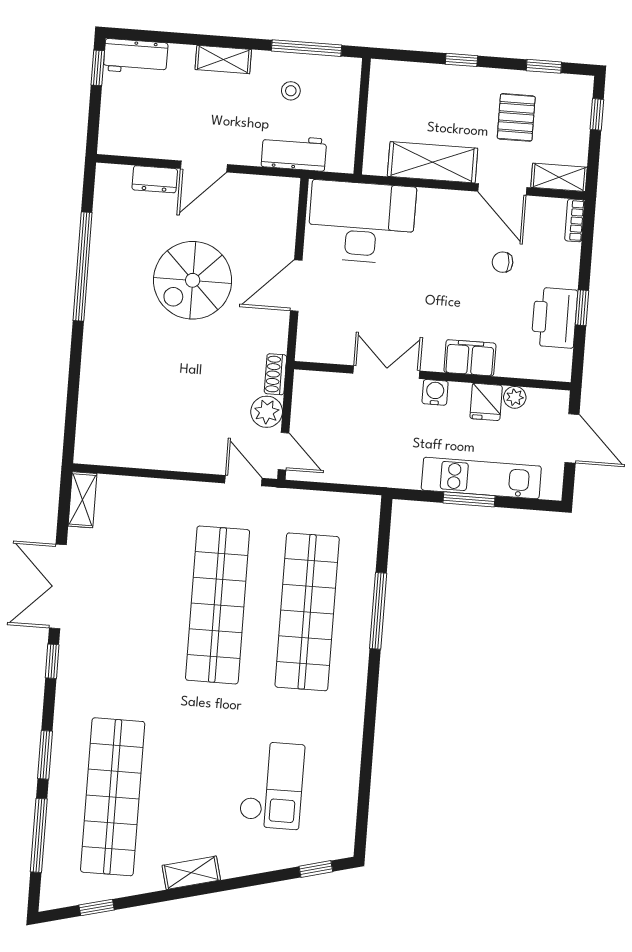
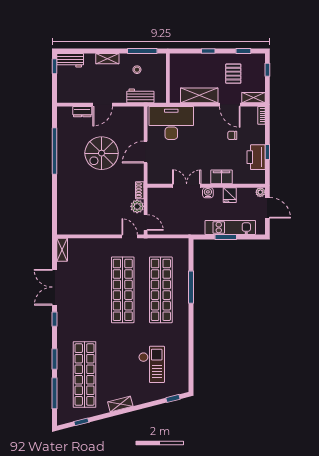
plant: (515, 397) -> (260, 192), moved

